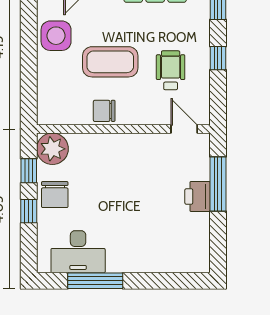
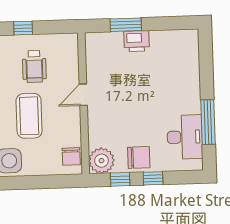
wheelchair: (171, 70) -> (34, 66), turned -90
chair: (104, 111) -> (71, 156), moved
door: (184, 129) -> (83, 95), moved
window: (218, 184) -> (126, 25), width x0.69

